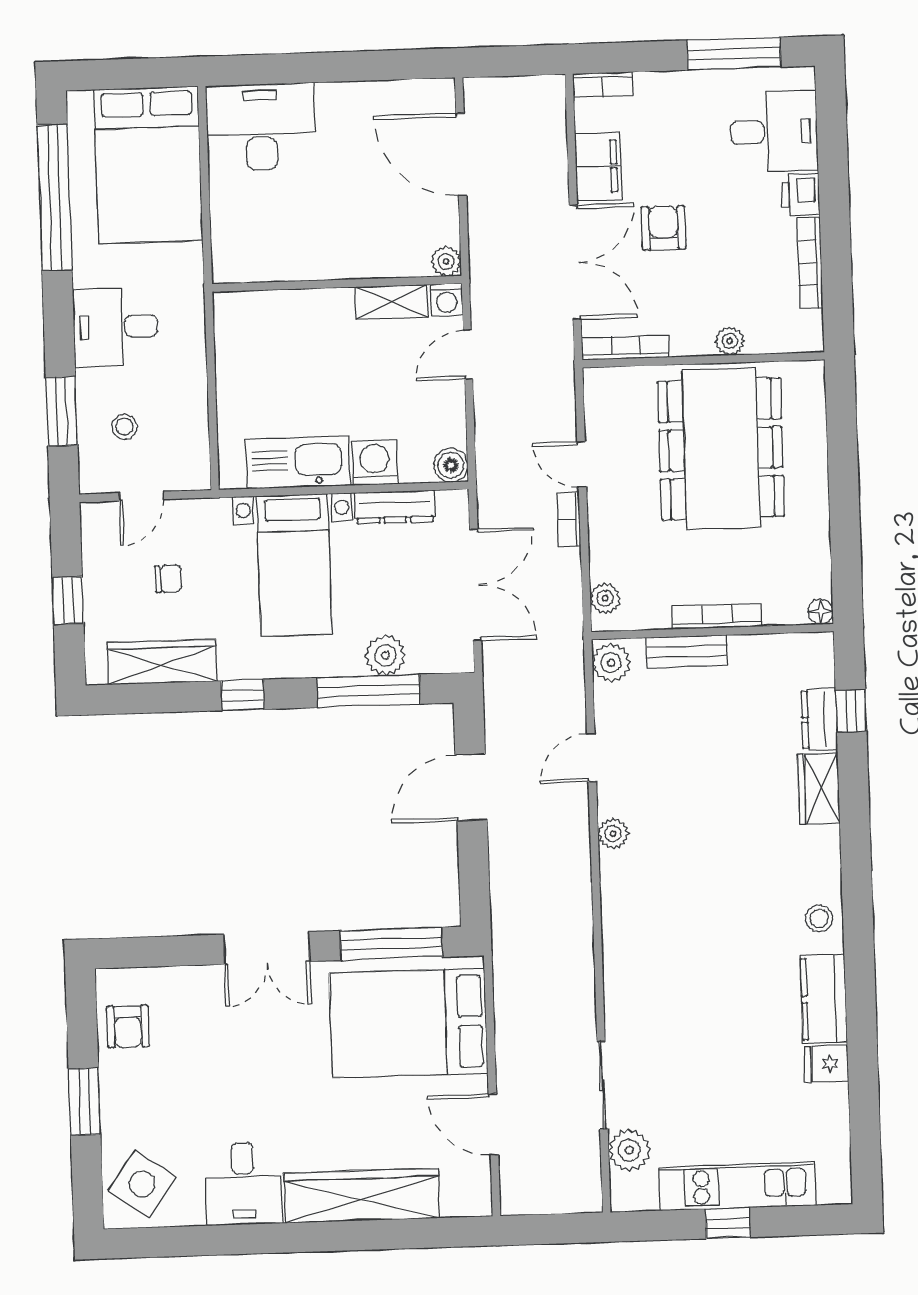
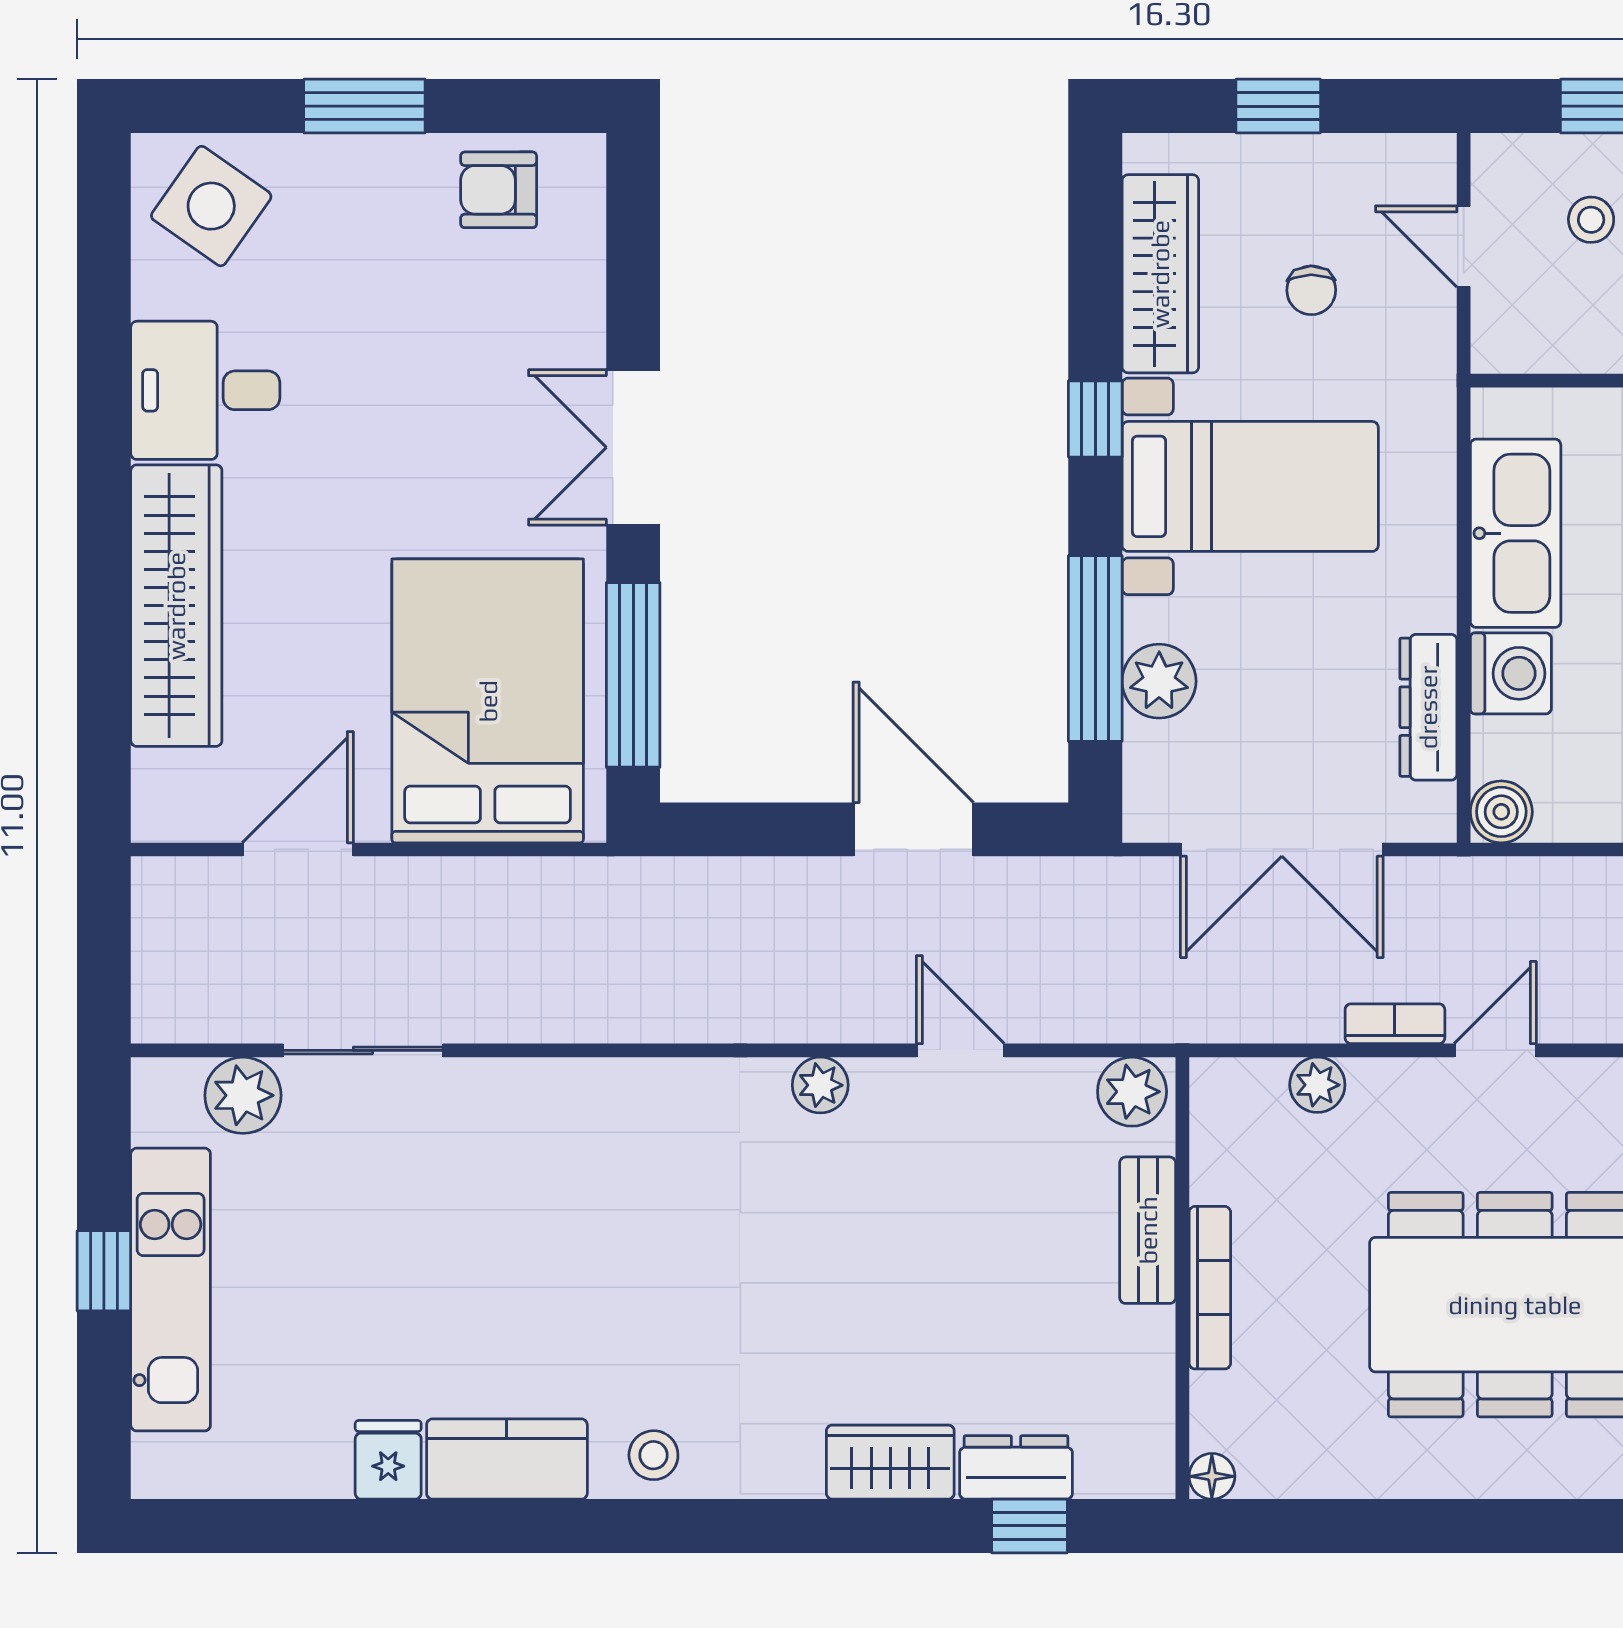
bed with nightstands: (294, 565) -> (1250, 486), moved, turned 180
plant: (605, 598) -> (1317, 1085), moved

